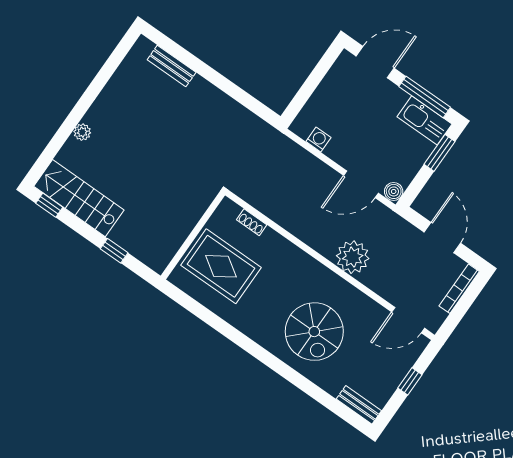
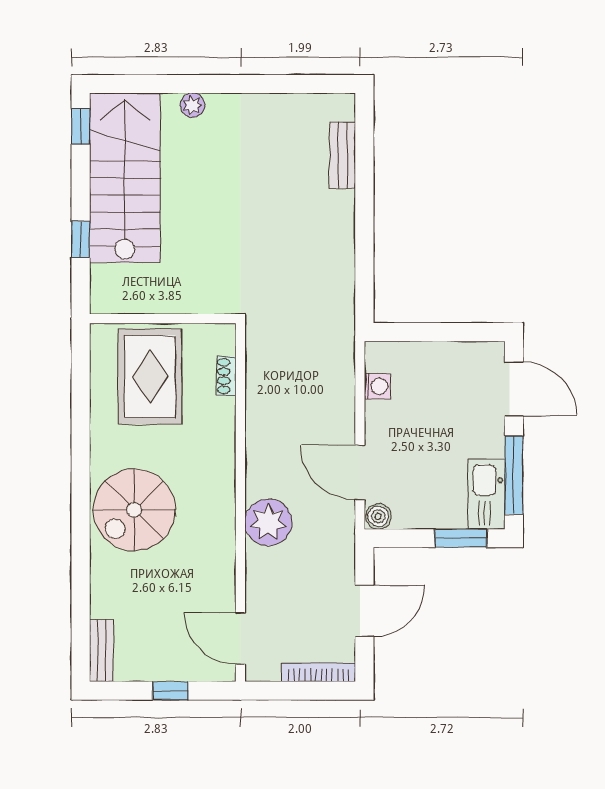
stairs: (79, 198) -> (125, 178), width x1.36, depth x1.51
spiral stairs: (314, 332) -> (134, 510), moved

